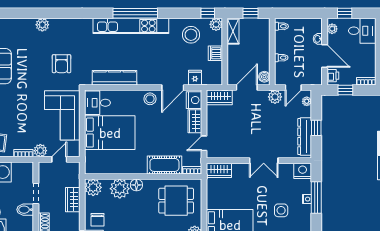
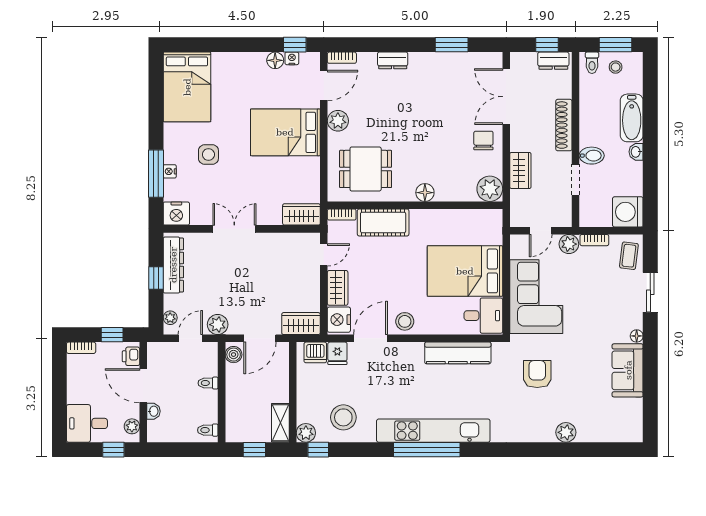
dishwasher: (215, 53) -> (315, 352), moved, turned 90
plant: (120, 189) -> (450, 187), removed

